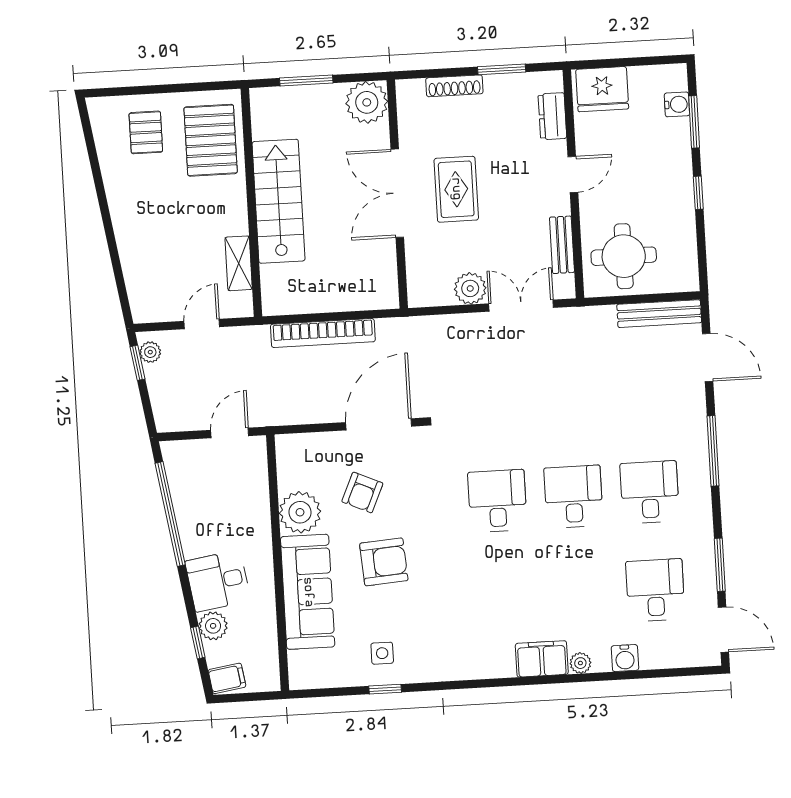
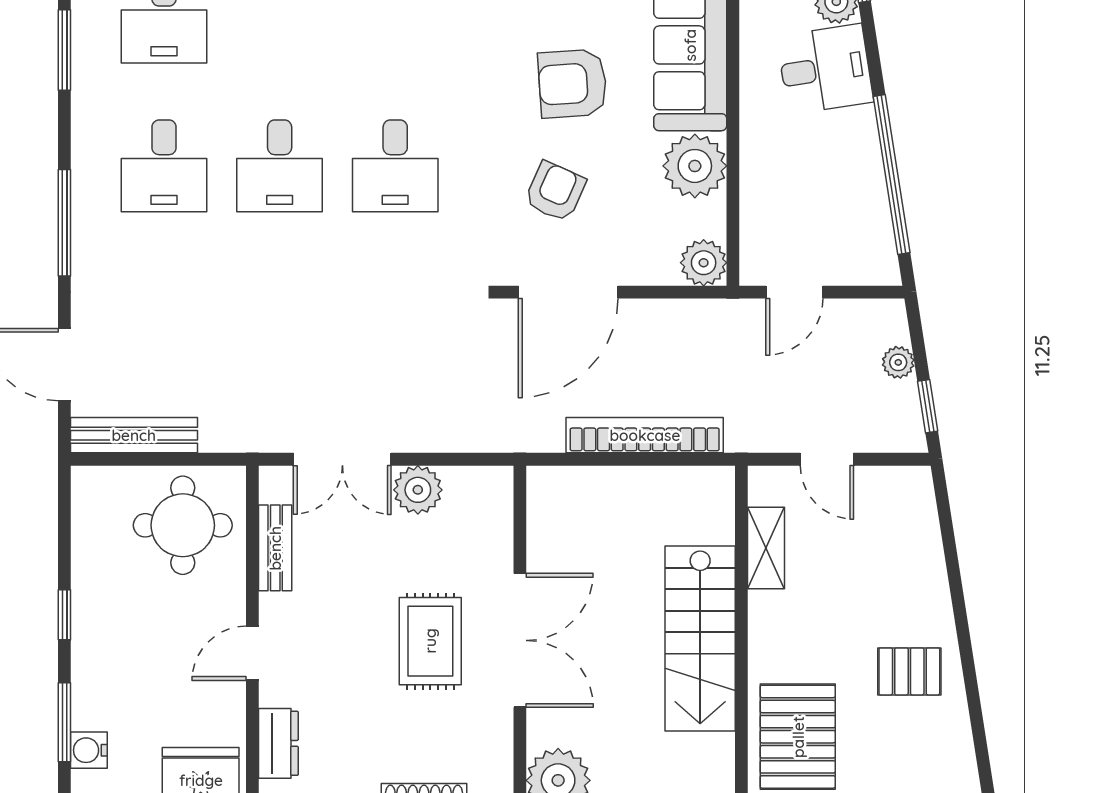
pallet: (146, 132) -> (909, 671), moved, turned 90
door: (202, 324) -> (827, 459), hinge flipped
plant: (150, 352) -> (898, 362), moved
plant: (291, 449) -> (704, 263), added
armchair: (362, 492) -> (555, 191), moved

